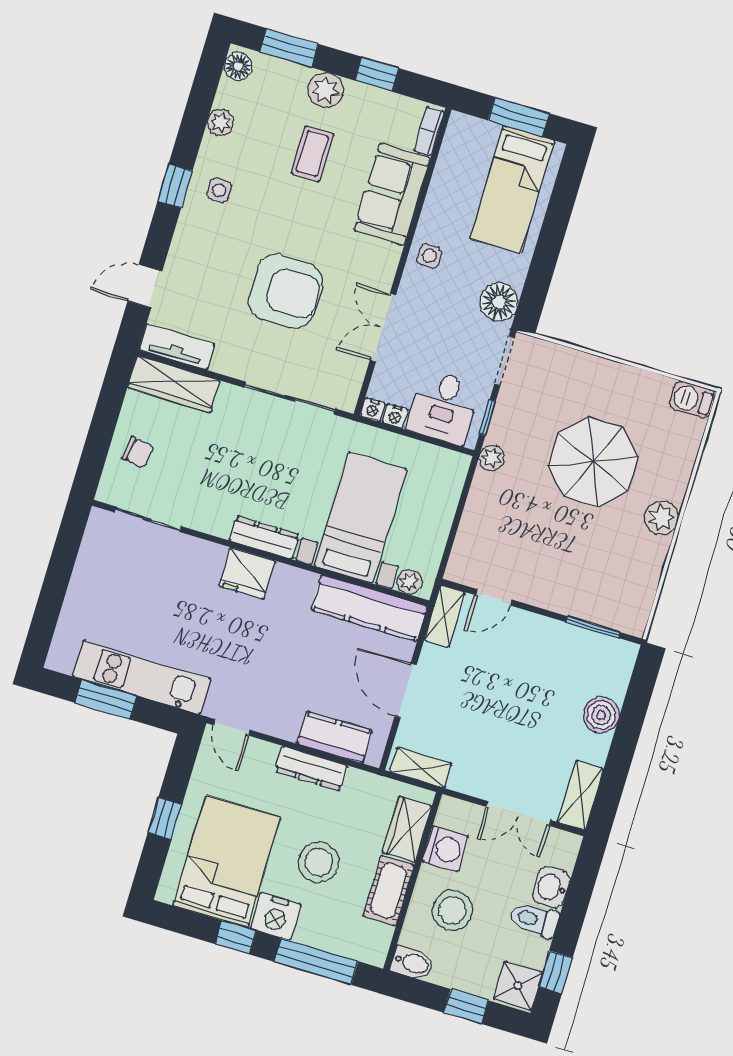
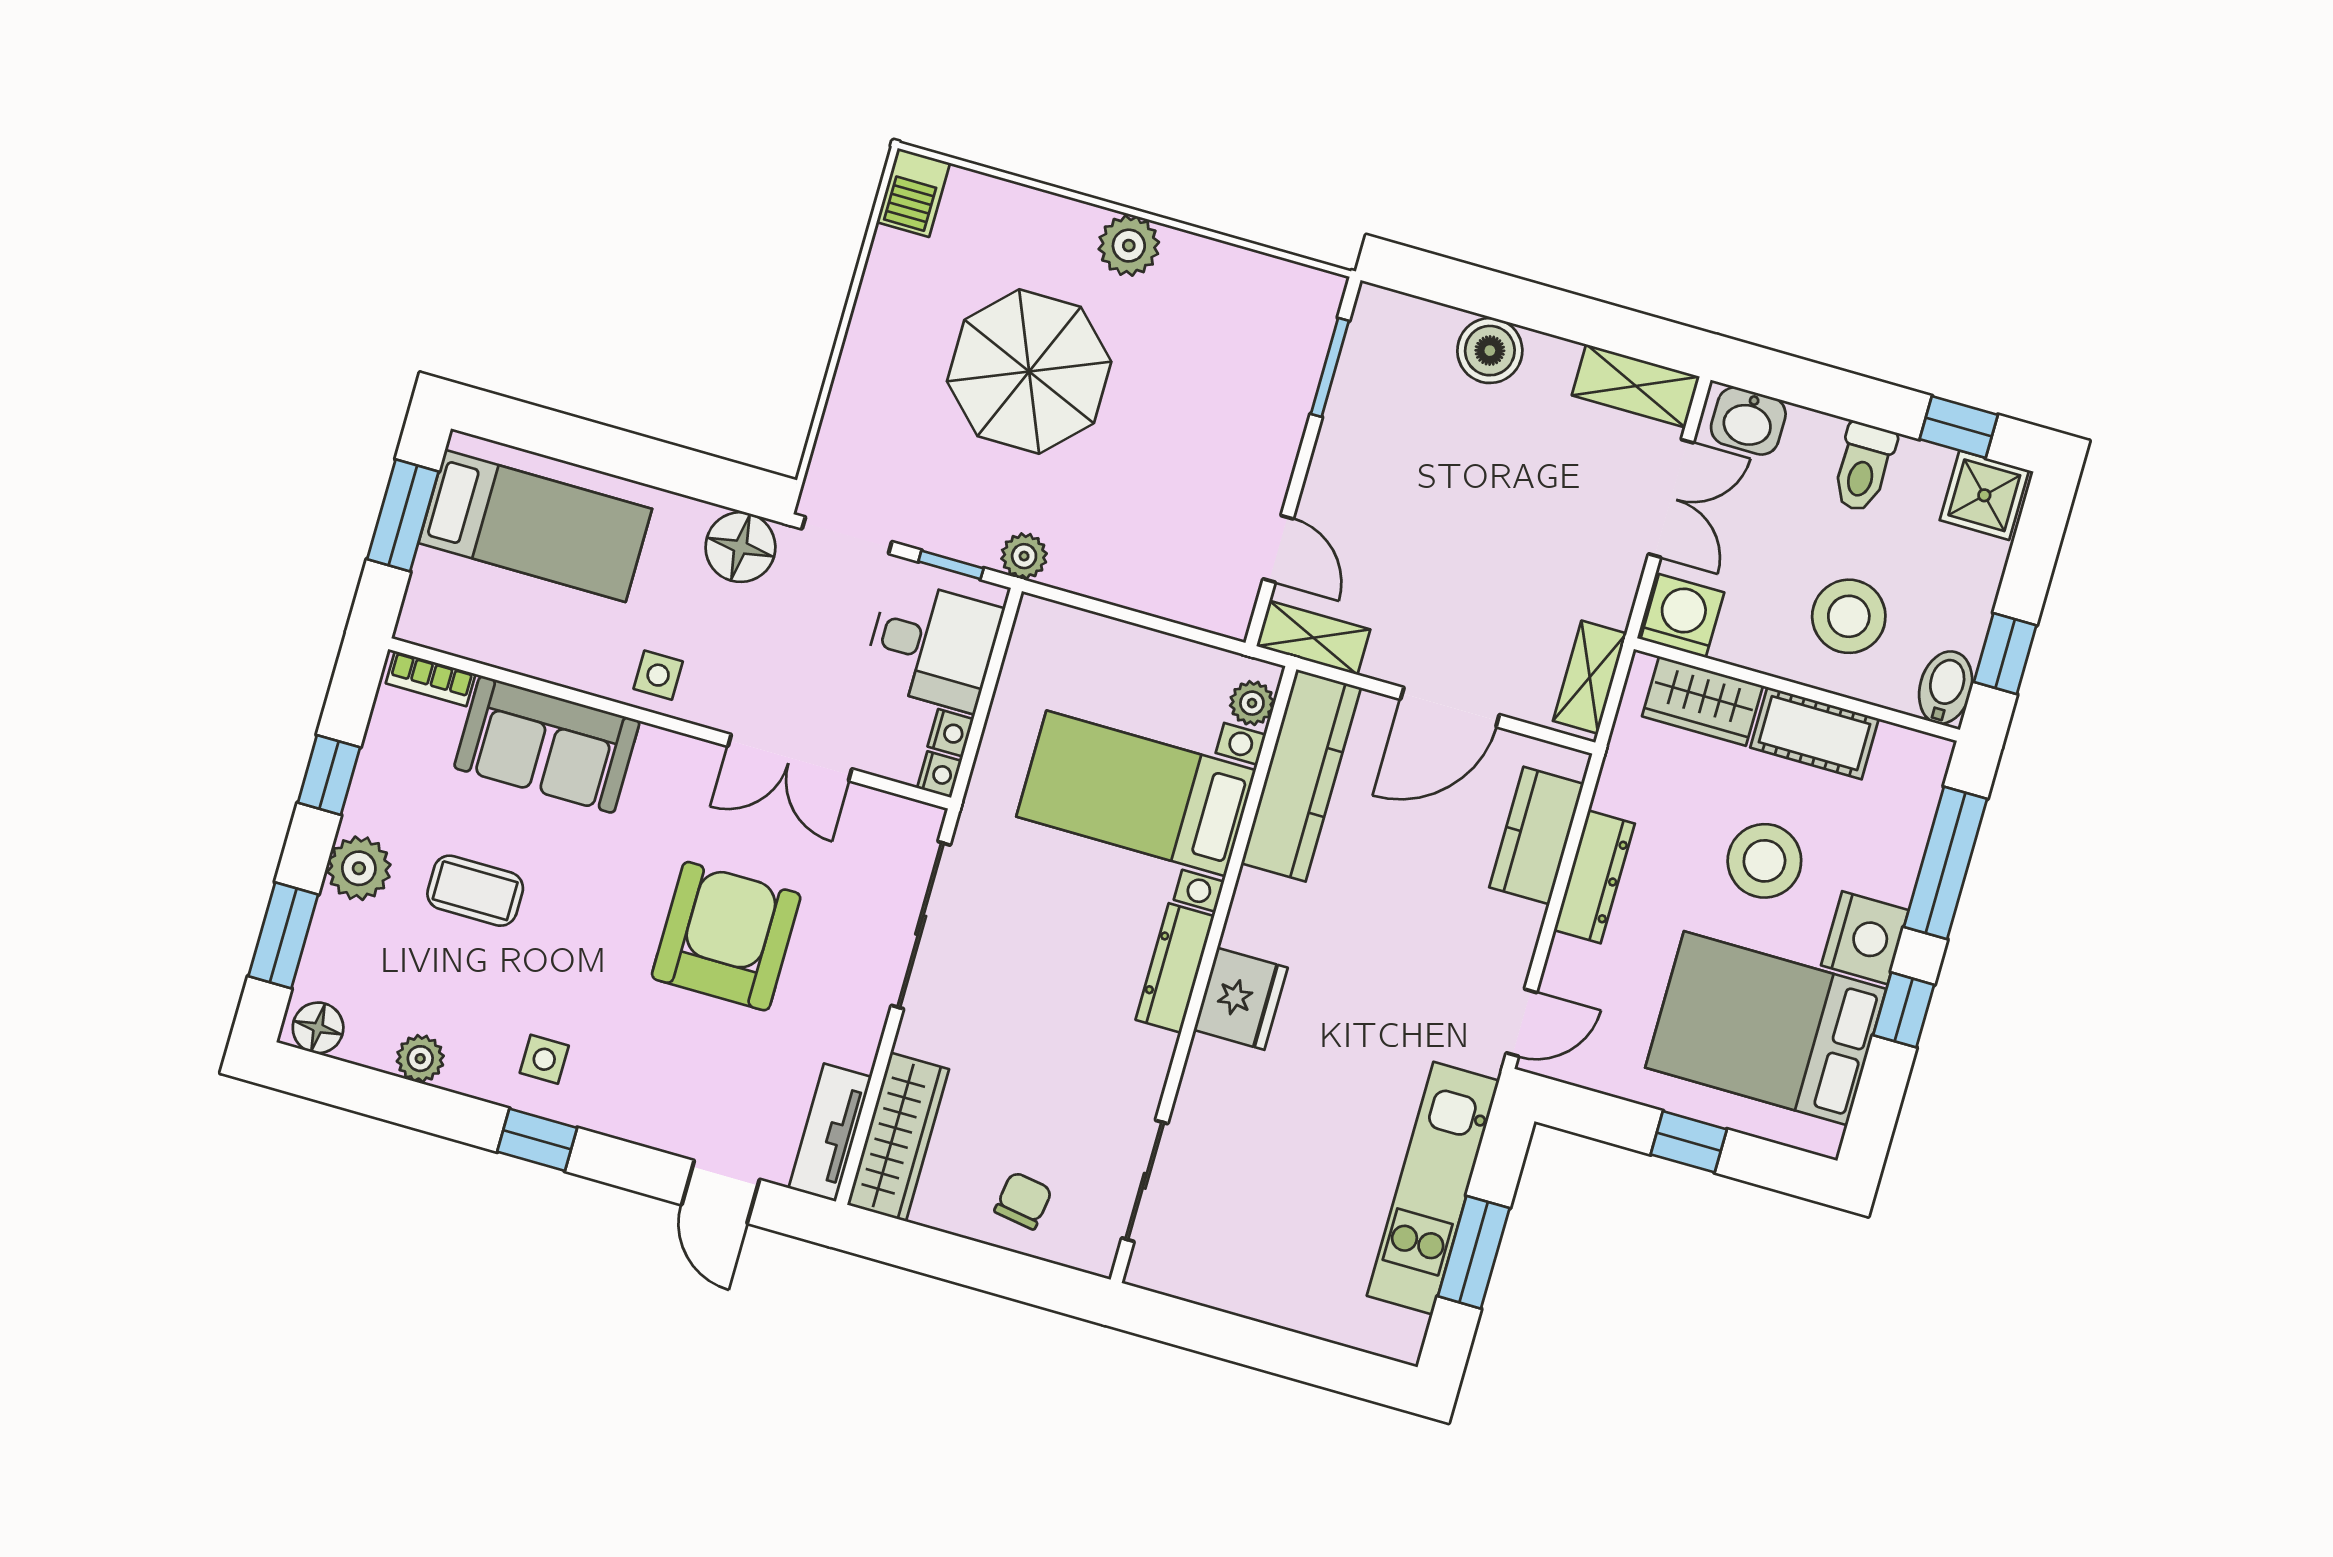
washing machine: (445, 849) -> (1682, 616), moved
washbasin: (551, 887) -> (1748, 421), moved
window: (466, 1006) -> (2005, 654), moved

